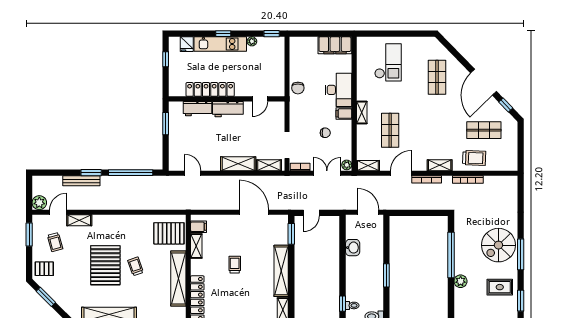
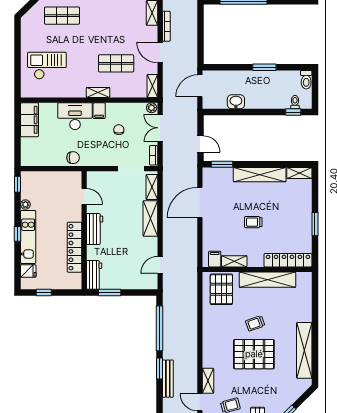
workbench: (197, 109) -> (94, 275), moved

